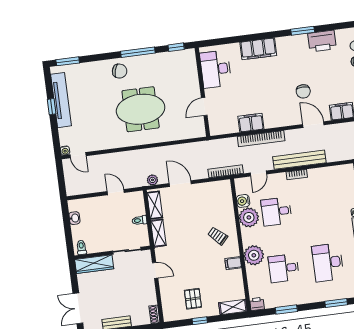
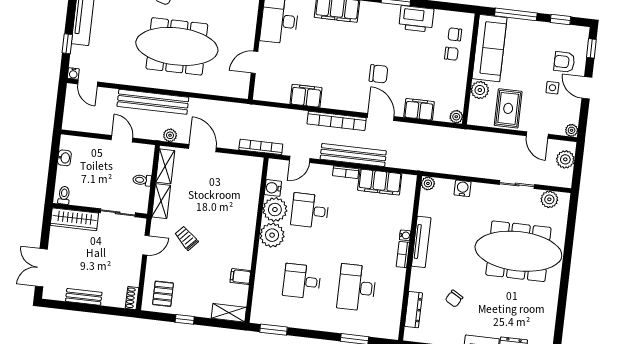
chair: (303, 91) -> (378, 74), turned -90
window: (52, 107) -> (67, 44), moved
meeting table: (141, 109) -> (177, 46), width x1.36
bookcase: (261, 139) -> (337, 121), moved
bench: (133, 157) -> (153, 102), added
filing cabinet: (325, 176) -> (380, 182), added
trolley: (218, 236) -> (186, 238), moved
plant: (254, 255) -> (272, 235), moved
filing cabinet: (233, 263) -> (240, 277), moved
door: (155, 270) -> (146, 245), hinge flipped
pallet: (193, 299) -> (163, 294), moved
printer: (257, 304) -> (259, 316), removed
window: (286, 309) -> (273, 330), moved

